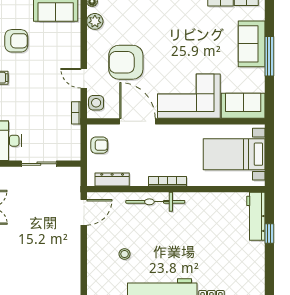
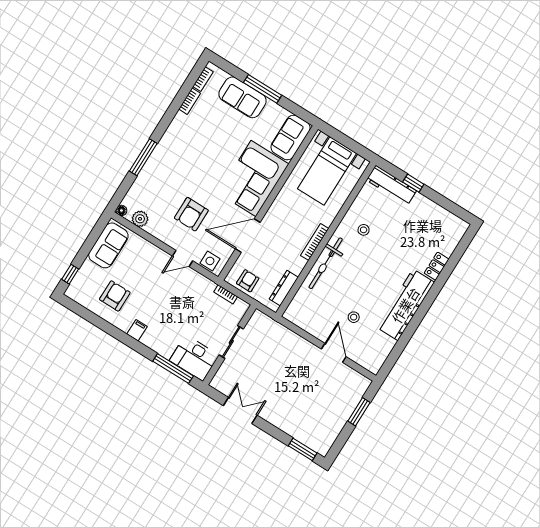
armchair: (126, 62) -> (191, 214), width x0.73, depth x0.73
bookcase: (76, 113) -> (226, 294), moved
door: (84, 212) -> (334, 353), moved
stool: (204, 216) -> (364, 230), added

